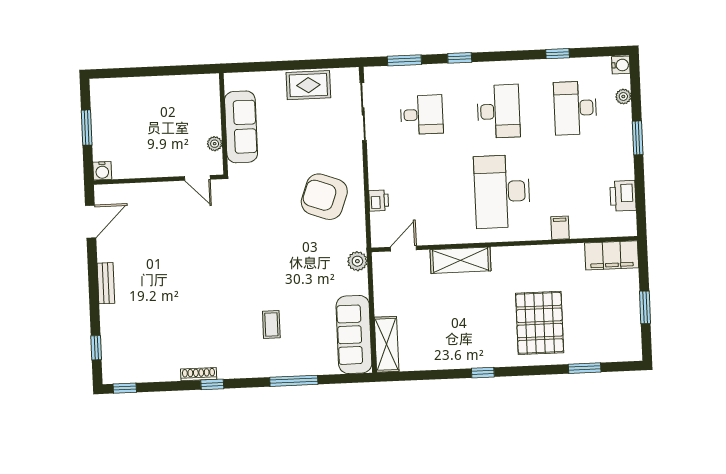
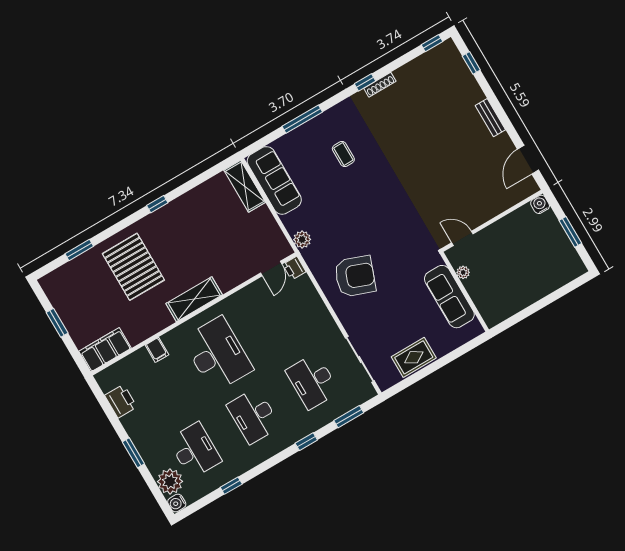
plant: (623, 97) -> (170, 481), width x1.87, depth x1.87
desk: (422, 115) -> (312, 381), width x1.37
printer: (379, 200) -> (294, 268), moved
shelving: (461, 260) -> (194, 299), moved

